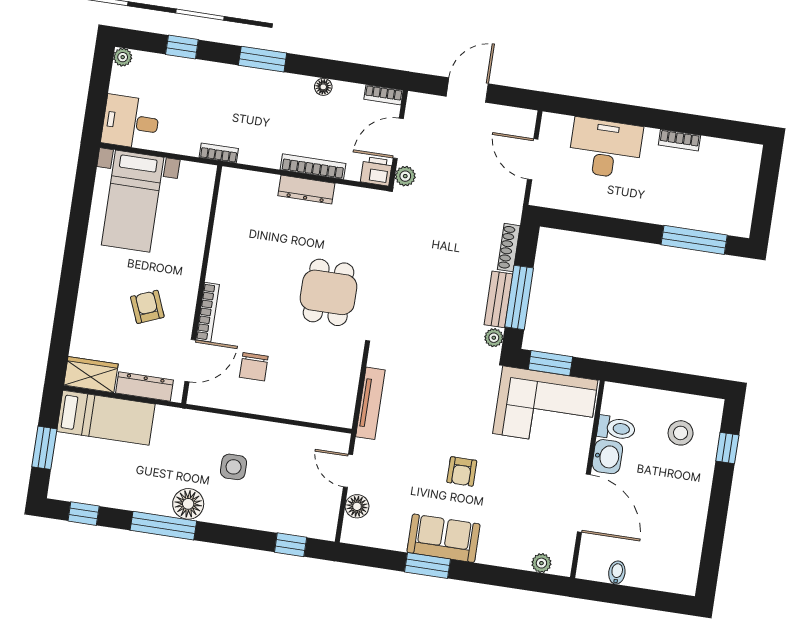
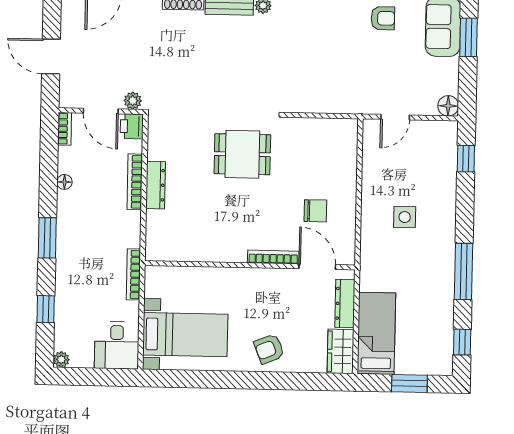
bookcase: (219, 153) -> (134, 274), width x1.56
armchair: (147, 307) -> (269, 349), moved
tv unit: (370, 403) -> (334, 105), removed
floor lamp: (188, 504) -> (442, 252), removed
floor lamp: (357, 506) -> (448, 106), moved

